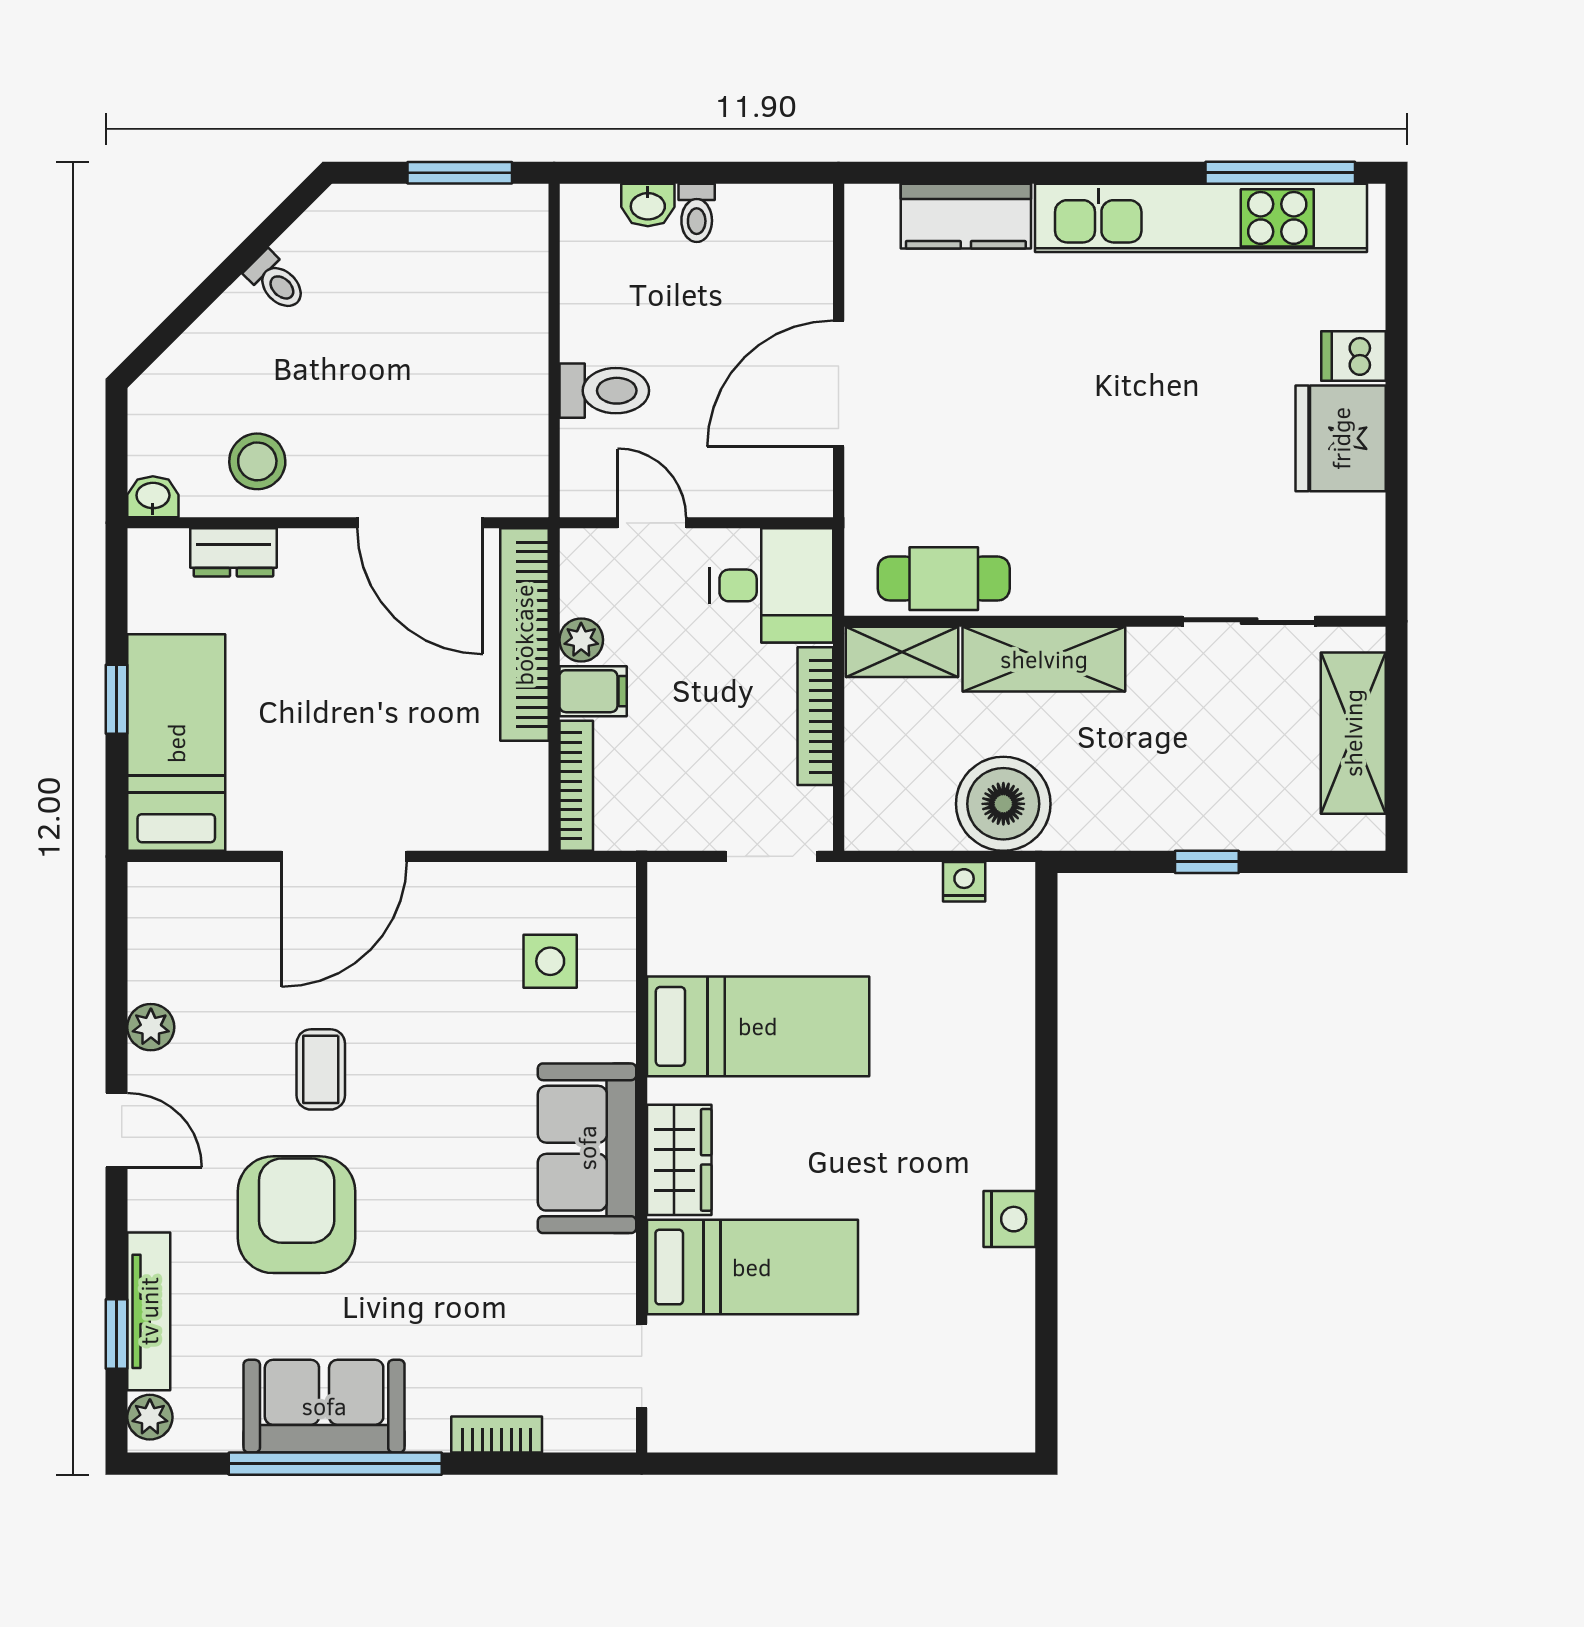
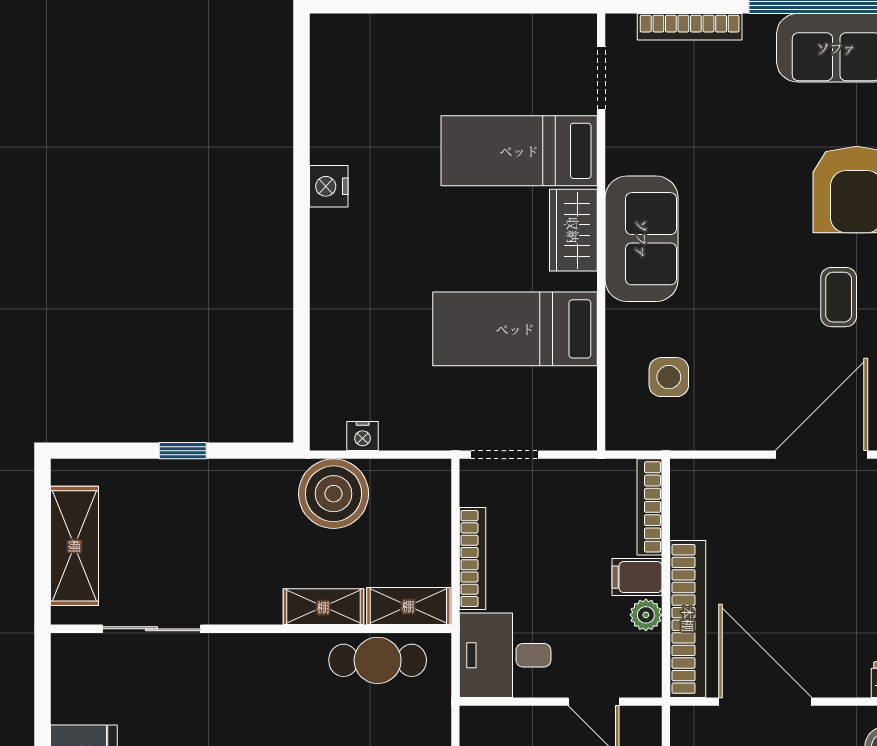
shelving: (1044, 659) -> (323, 607), width x0.67, depth x0.75
bookcase: (497, 1435) -> (690, 27), width x1.56

